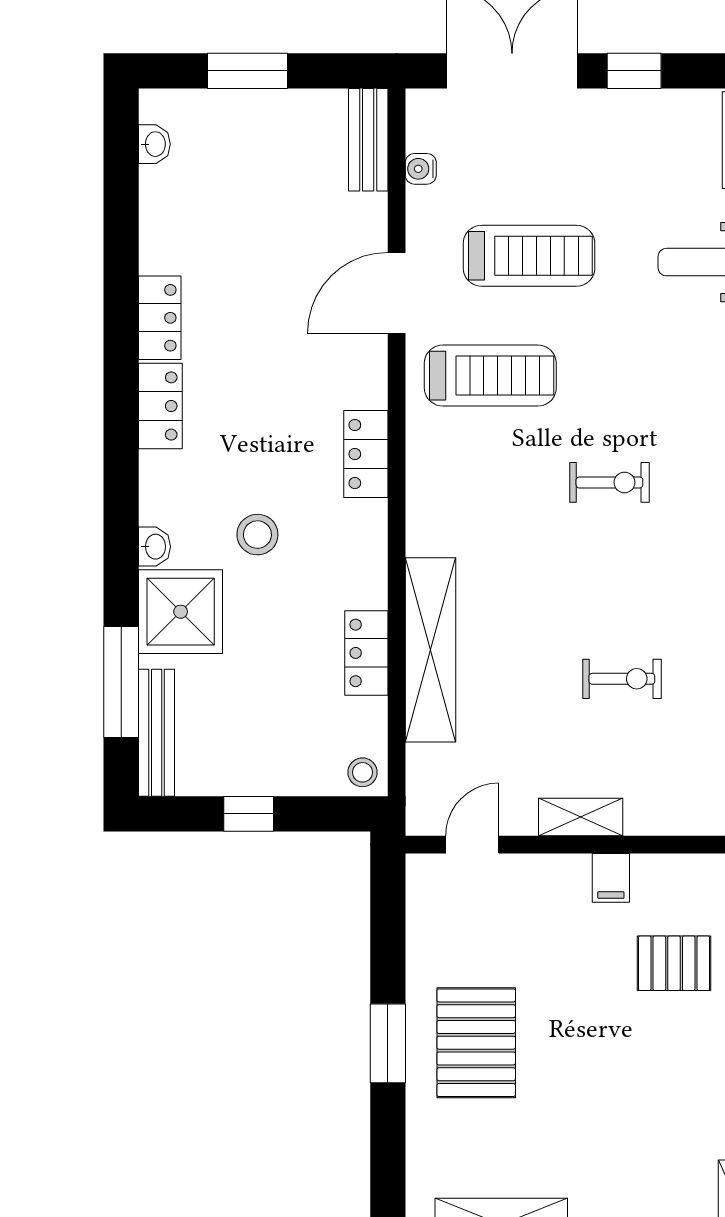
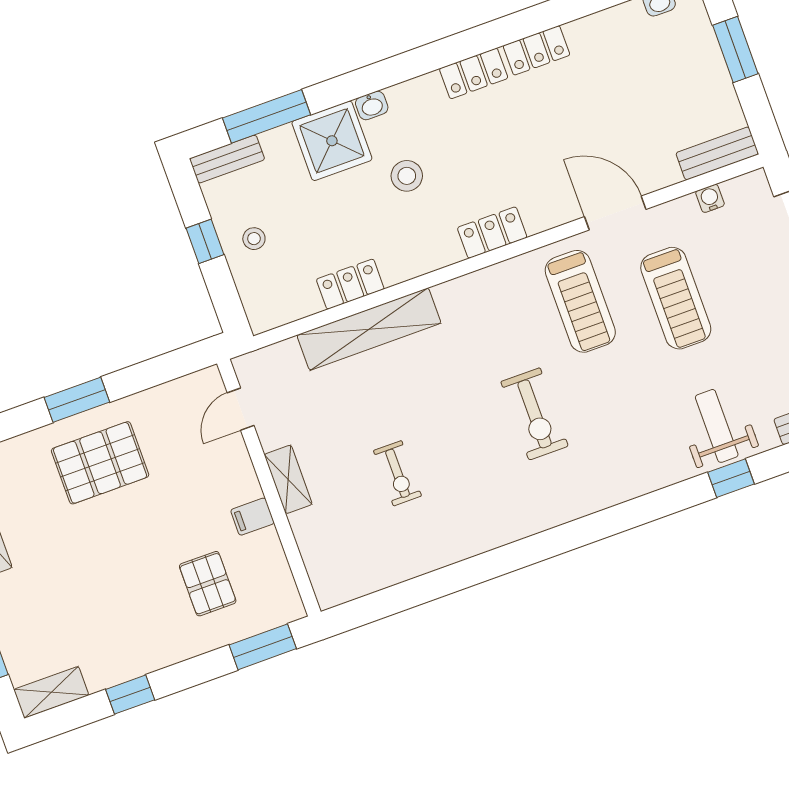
exercise bike: (609, 482) -> (534, 414), width x1.38, depth x1.39
bench: (157, 733) -> (227, 159), width x0.73
stool: (362, 772) -> (254, 239), moved
door: (472, 845) -> (241, 409), swing flipped

